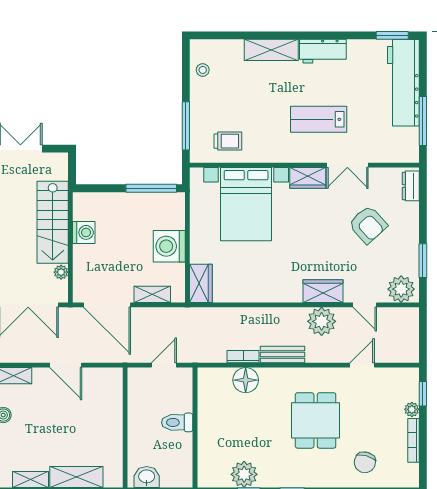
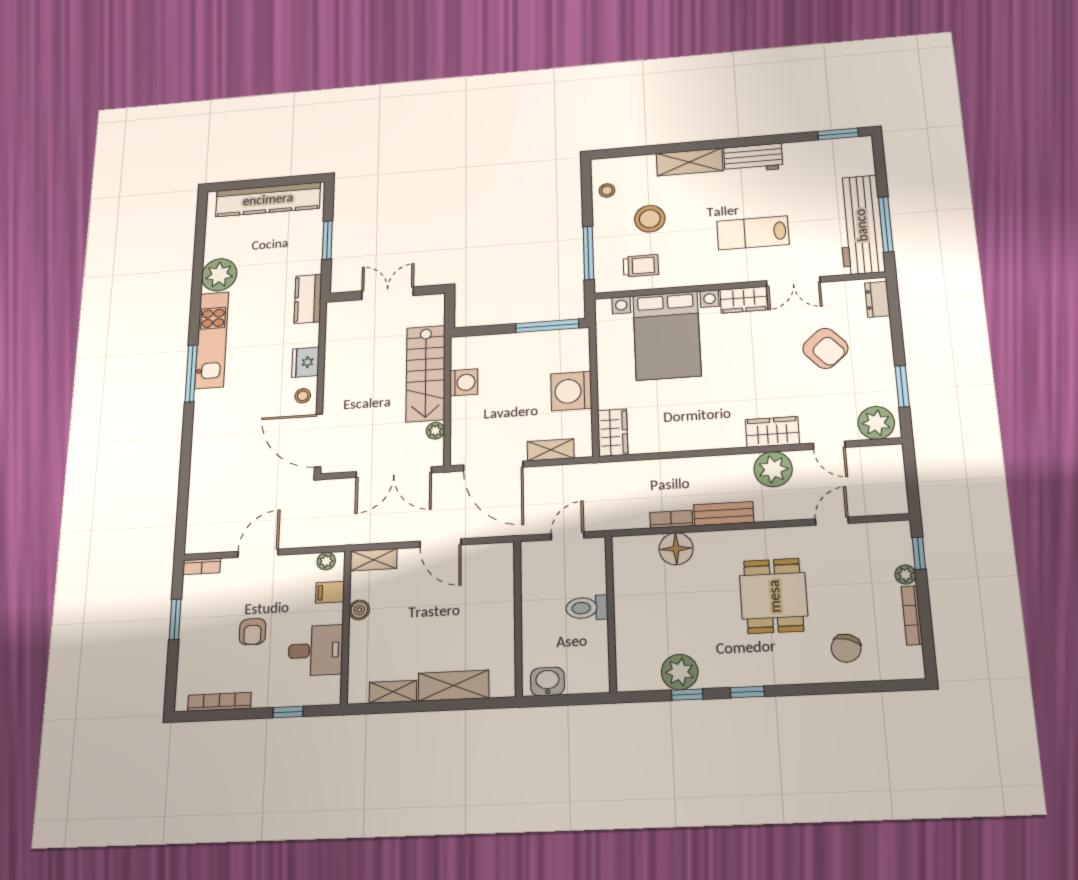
workbench: (403, 83) -> (861, 225), moved
stool: (237, 99) -> (650, 219), added

